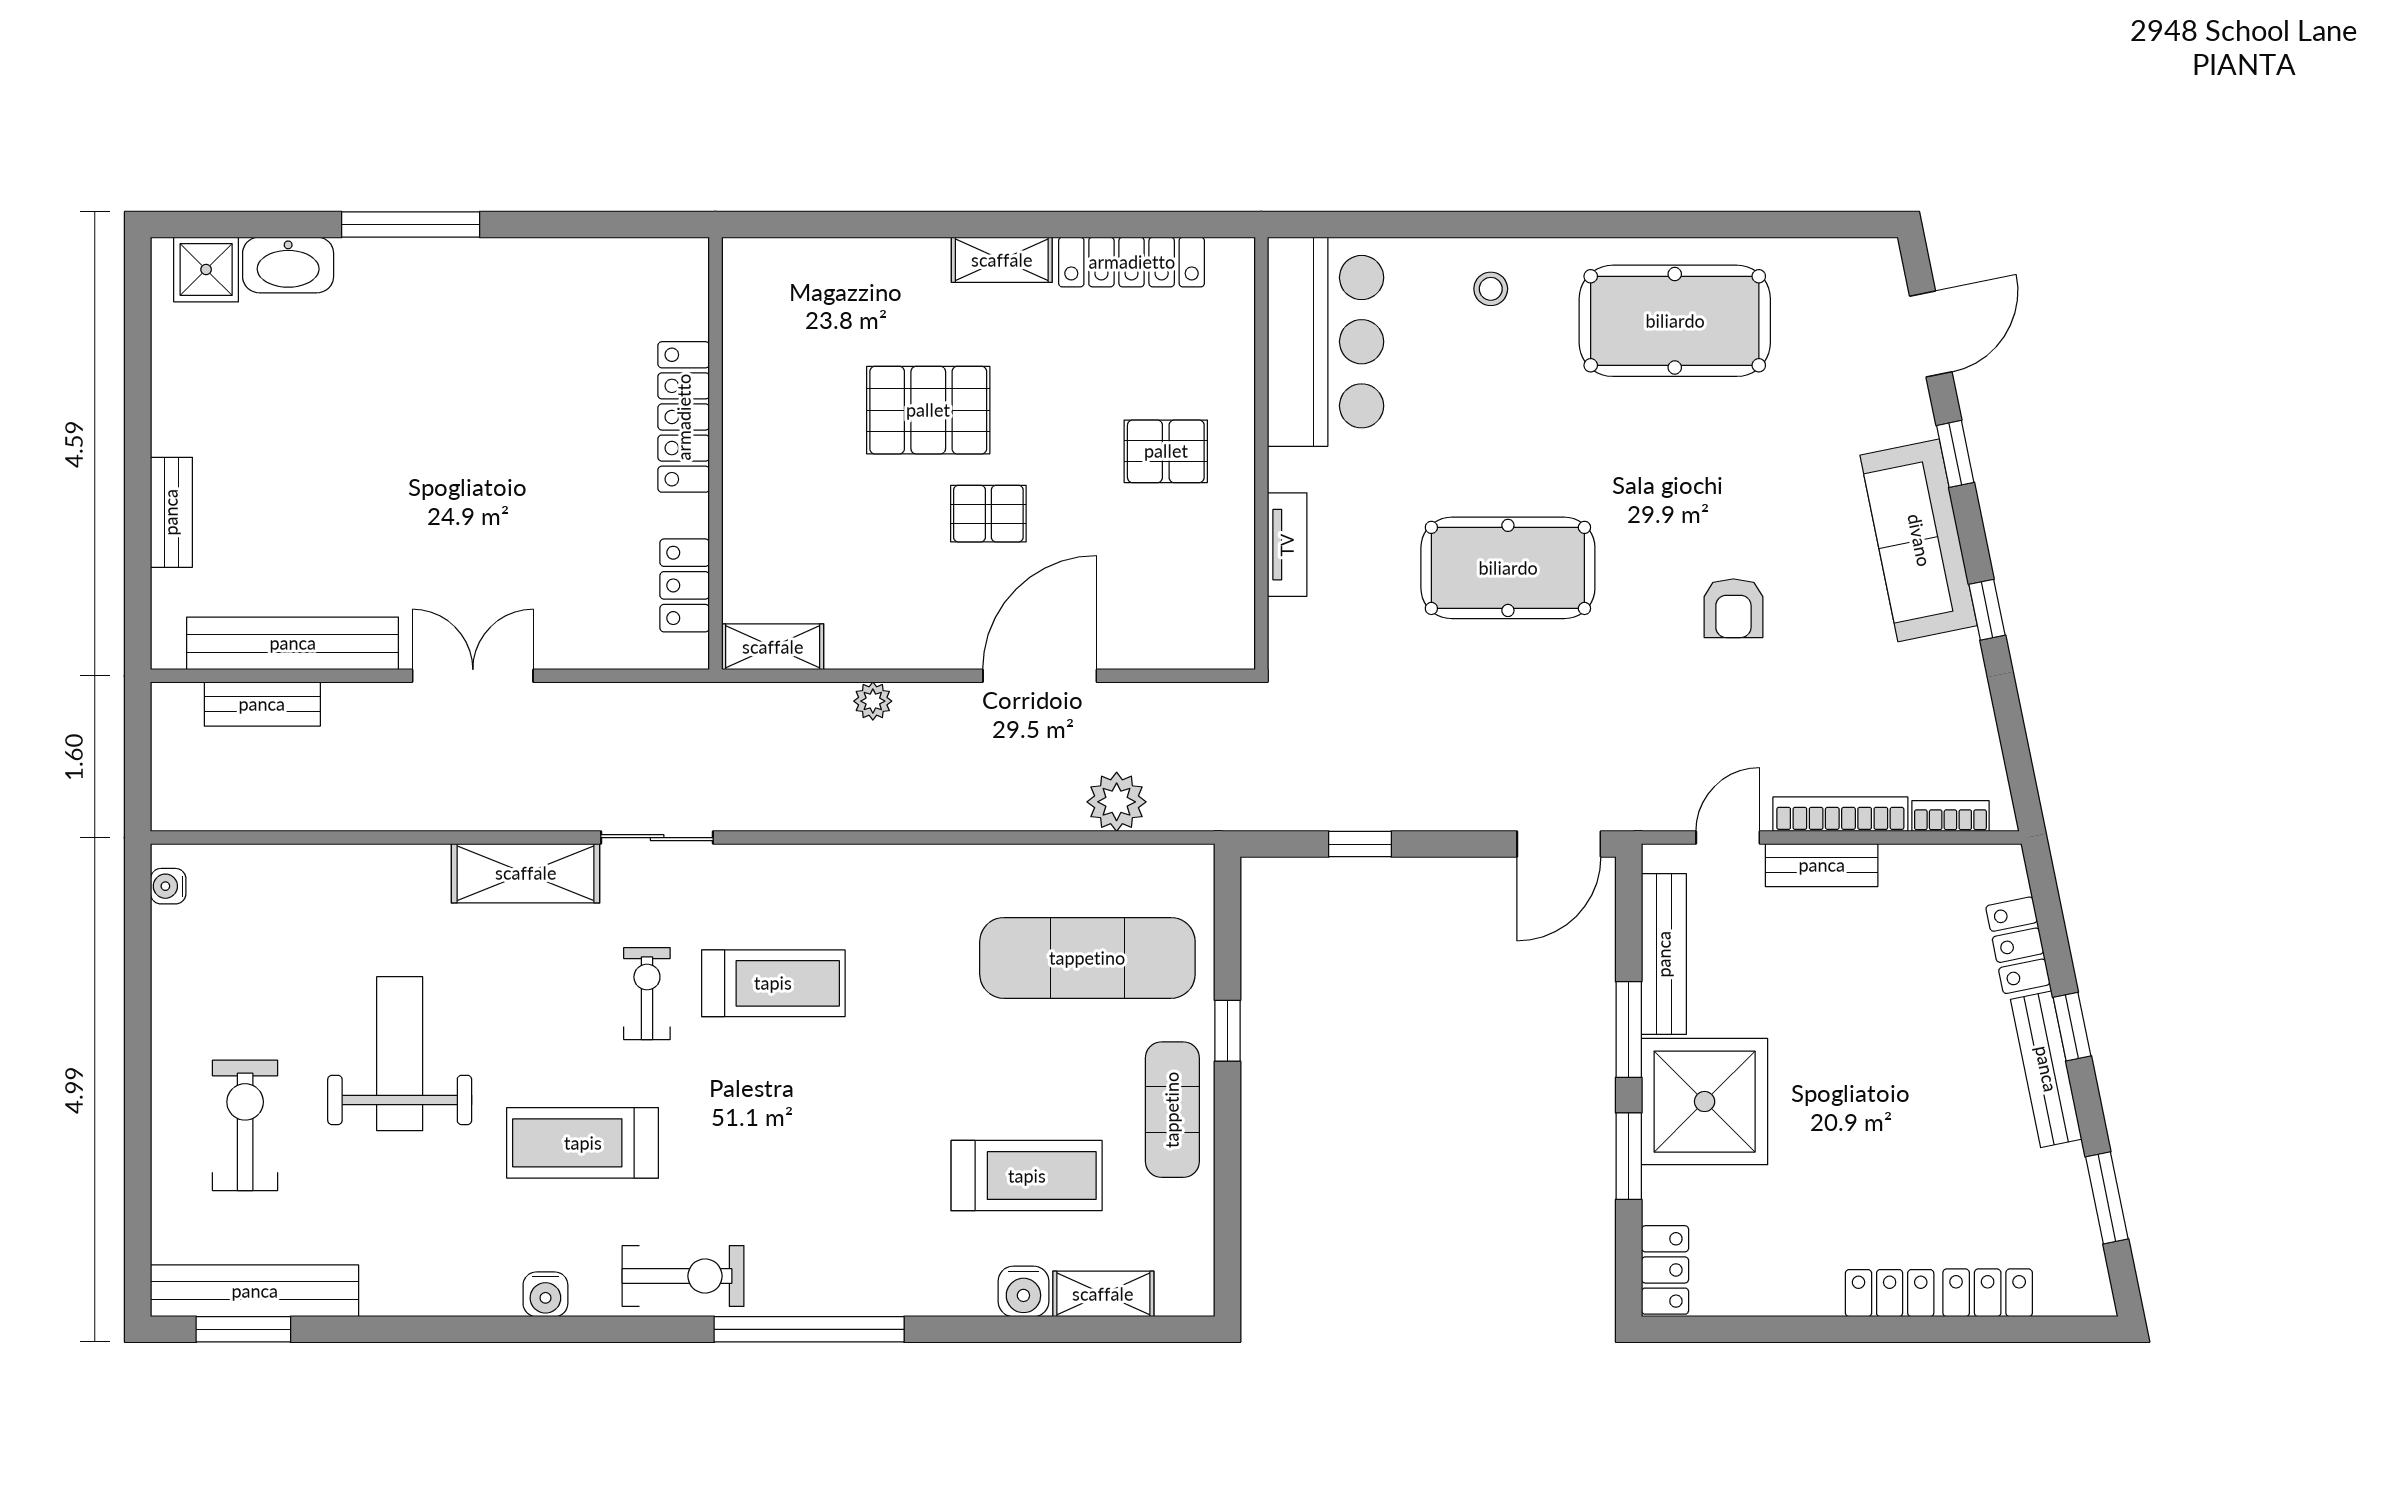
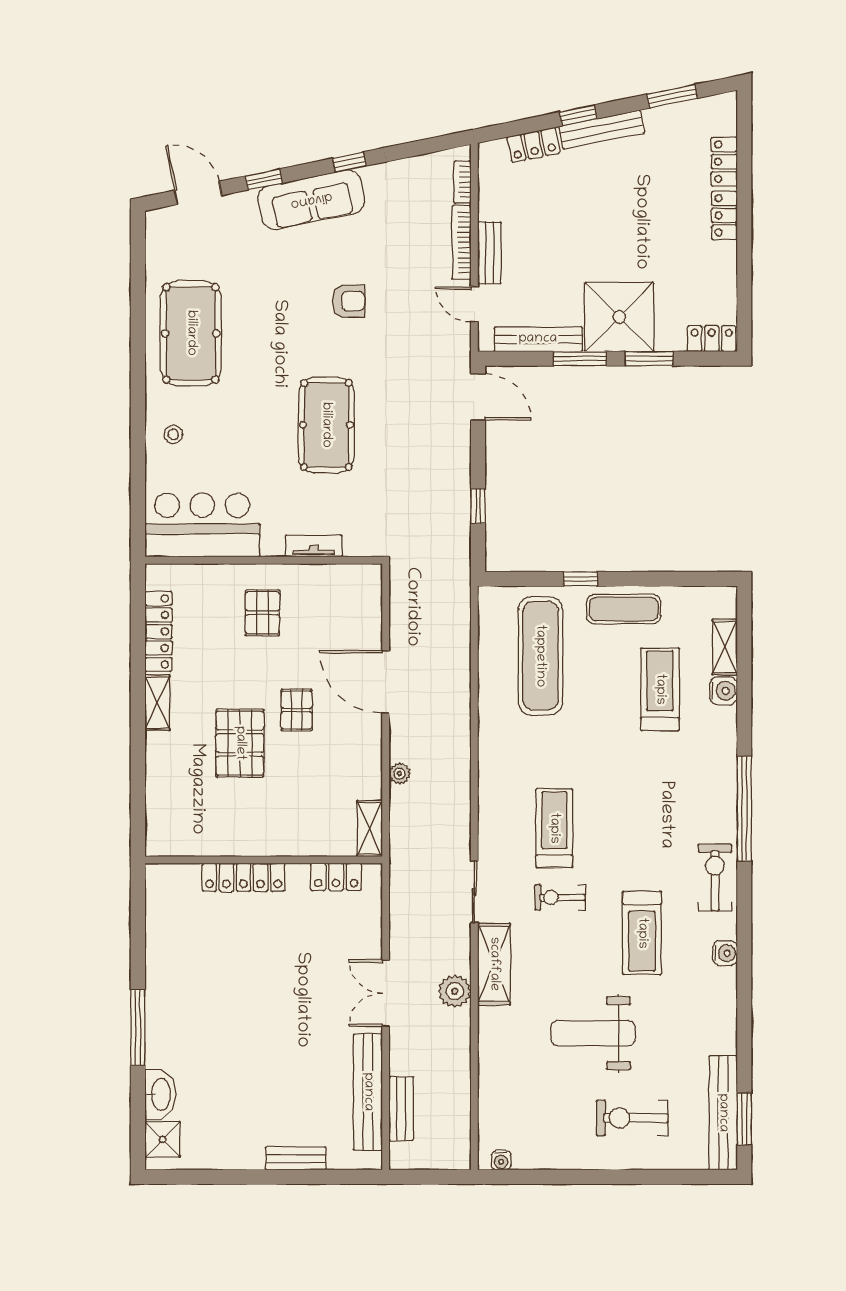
plant: (1117, 802) -> (455, 991), moved

